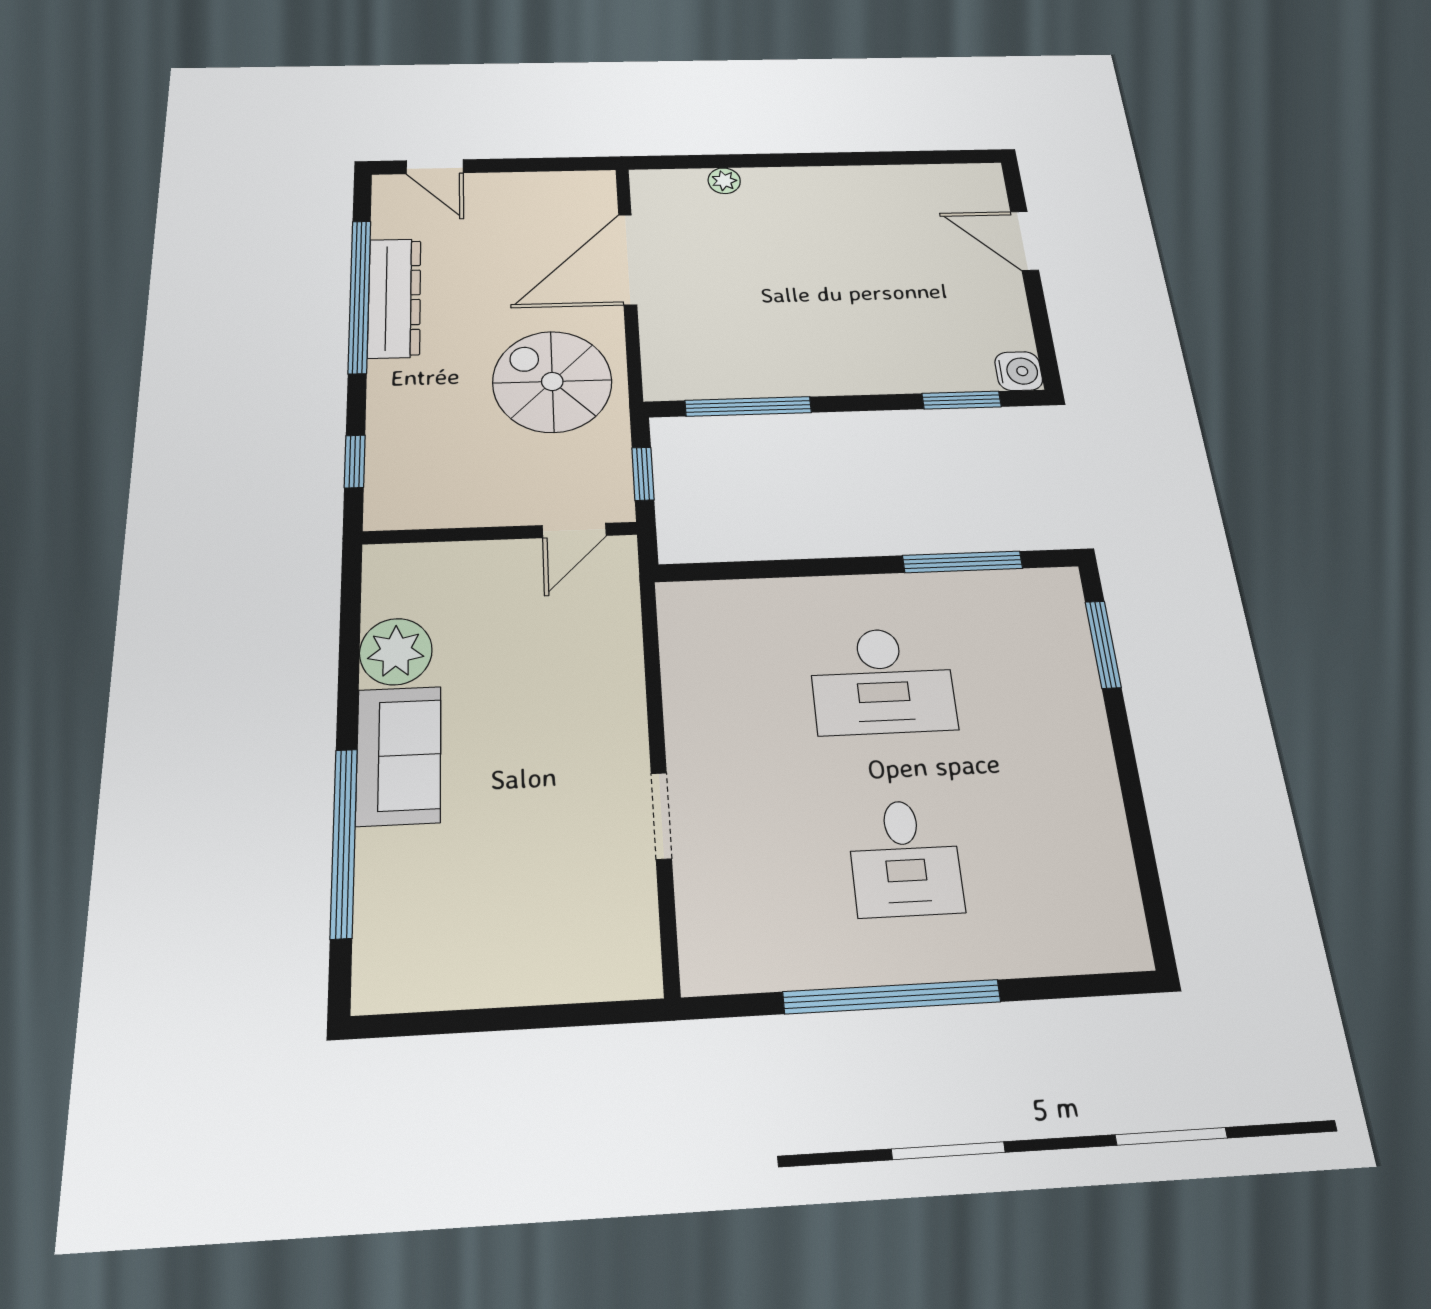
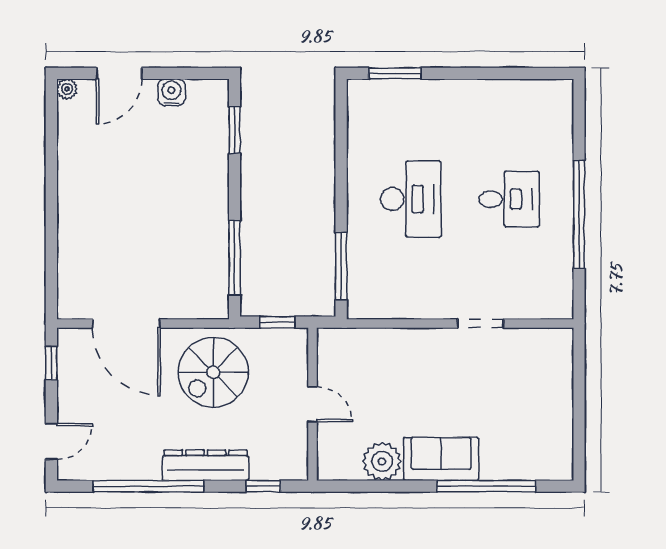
window: (559, 164) -> (51, 363), added
plant: (724, 181) -> (67, 89), moved
dresser: (394, 298) -> (206, 465), moved
water cooler: (1019, 371) -> (171, 92), moved
door: (574, 530) -> (312, 404), moved
window: (963, 562) -> (341, 266), moved

